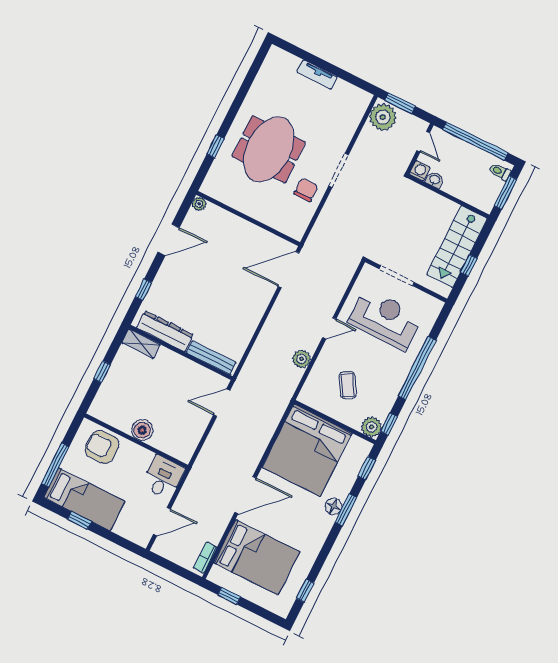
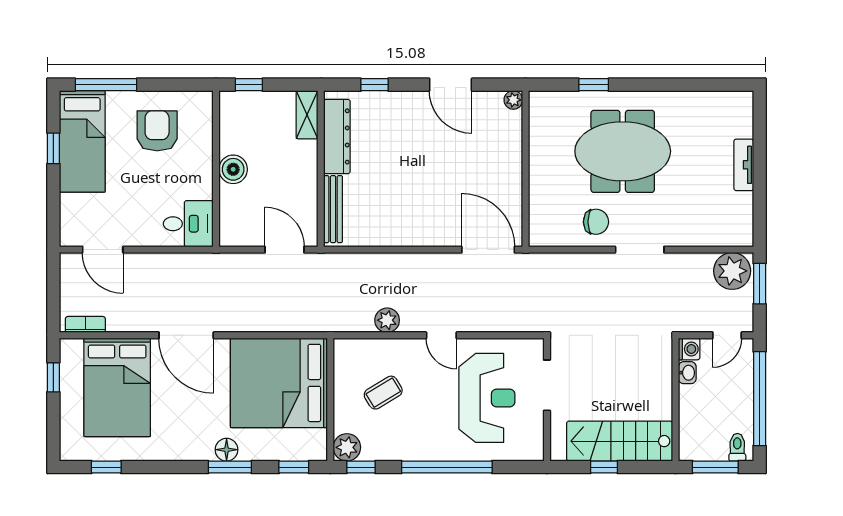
boiler: (142, 430) -> (233, 169), moved
wall: (136, 441) -> (216, 169), moved
desk: (163, 477) -> (188, 224), moved

